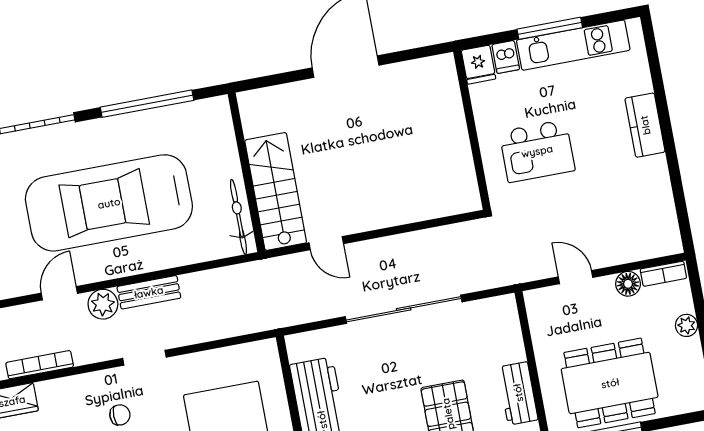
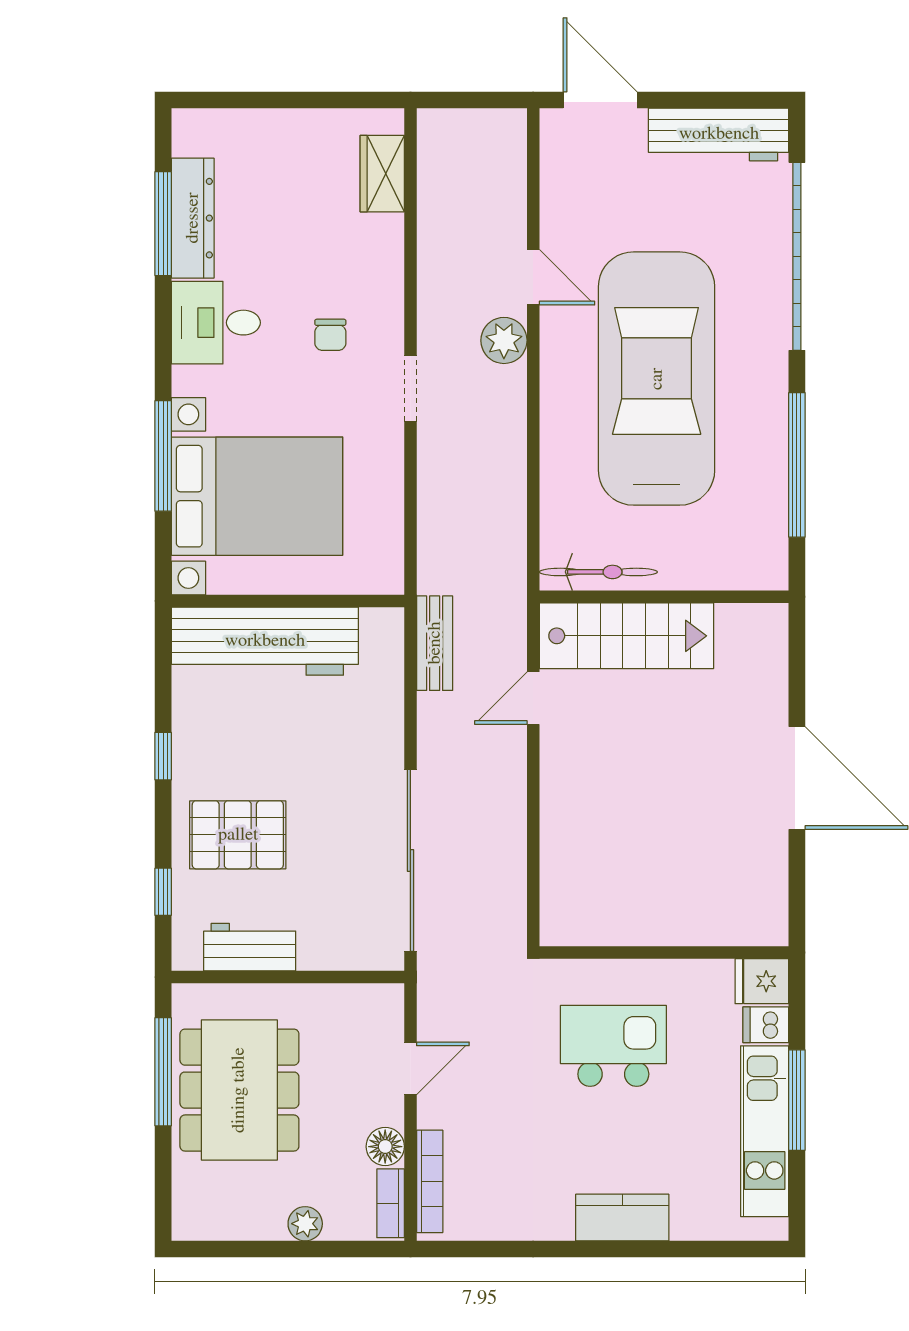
kitchen island: (537, 151) -> (613, 1046), turned 90
bench: (149, 292) -> (435, 643), moved
sliding door: (404, 309) -> (410, 860), moved
bookcase: (40, 365) -> (430, 1181), moved

